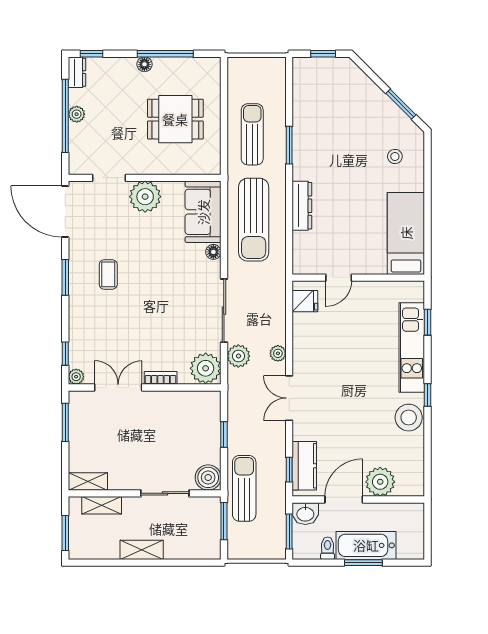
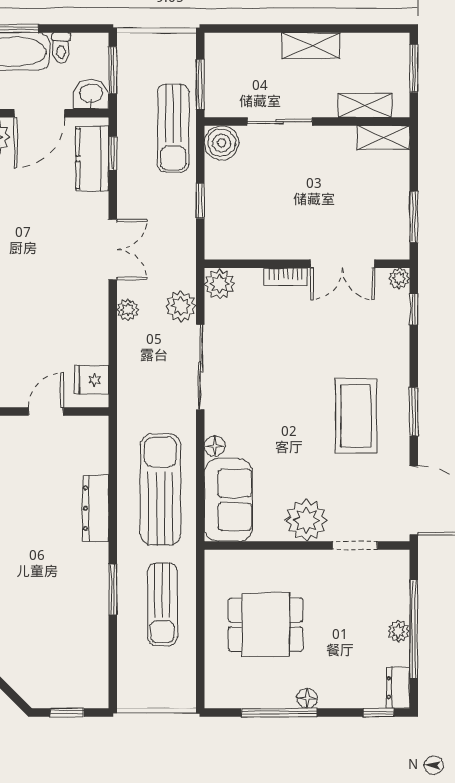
coffee table: (108, 274) -> (356, 416), width x1.86, depth x1.72
plant: (206, 368) -> (220, 284), width x0.73, depth x0.73

